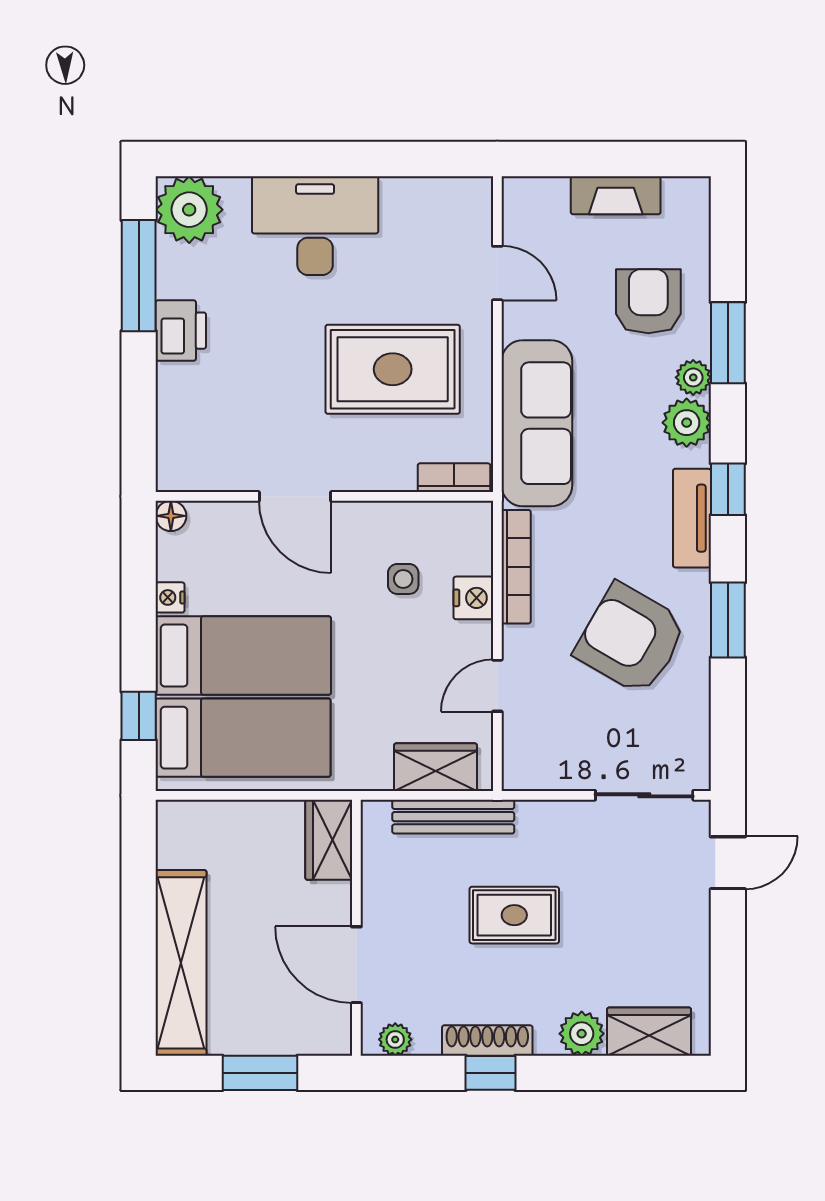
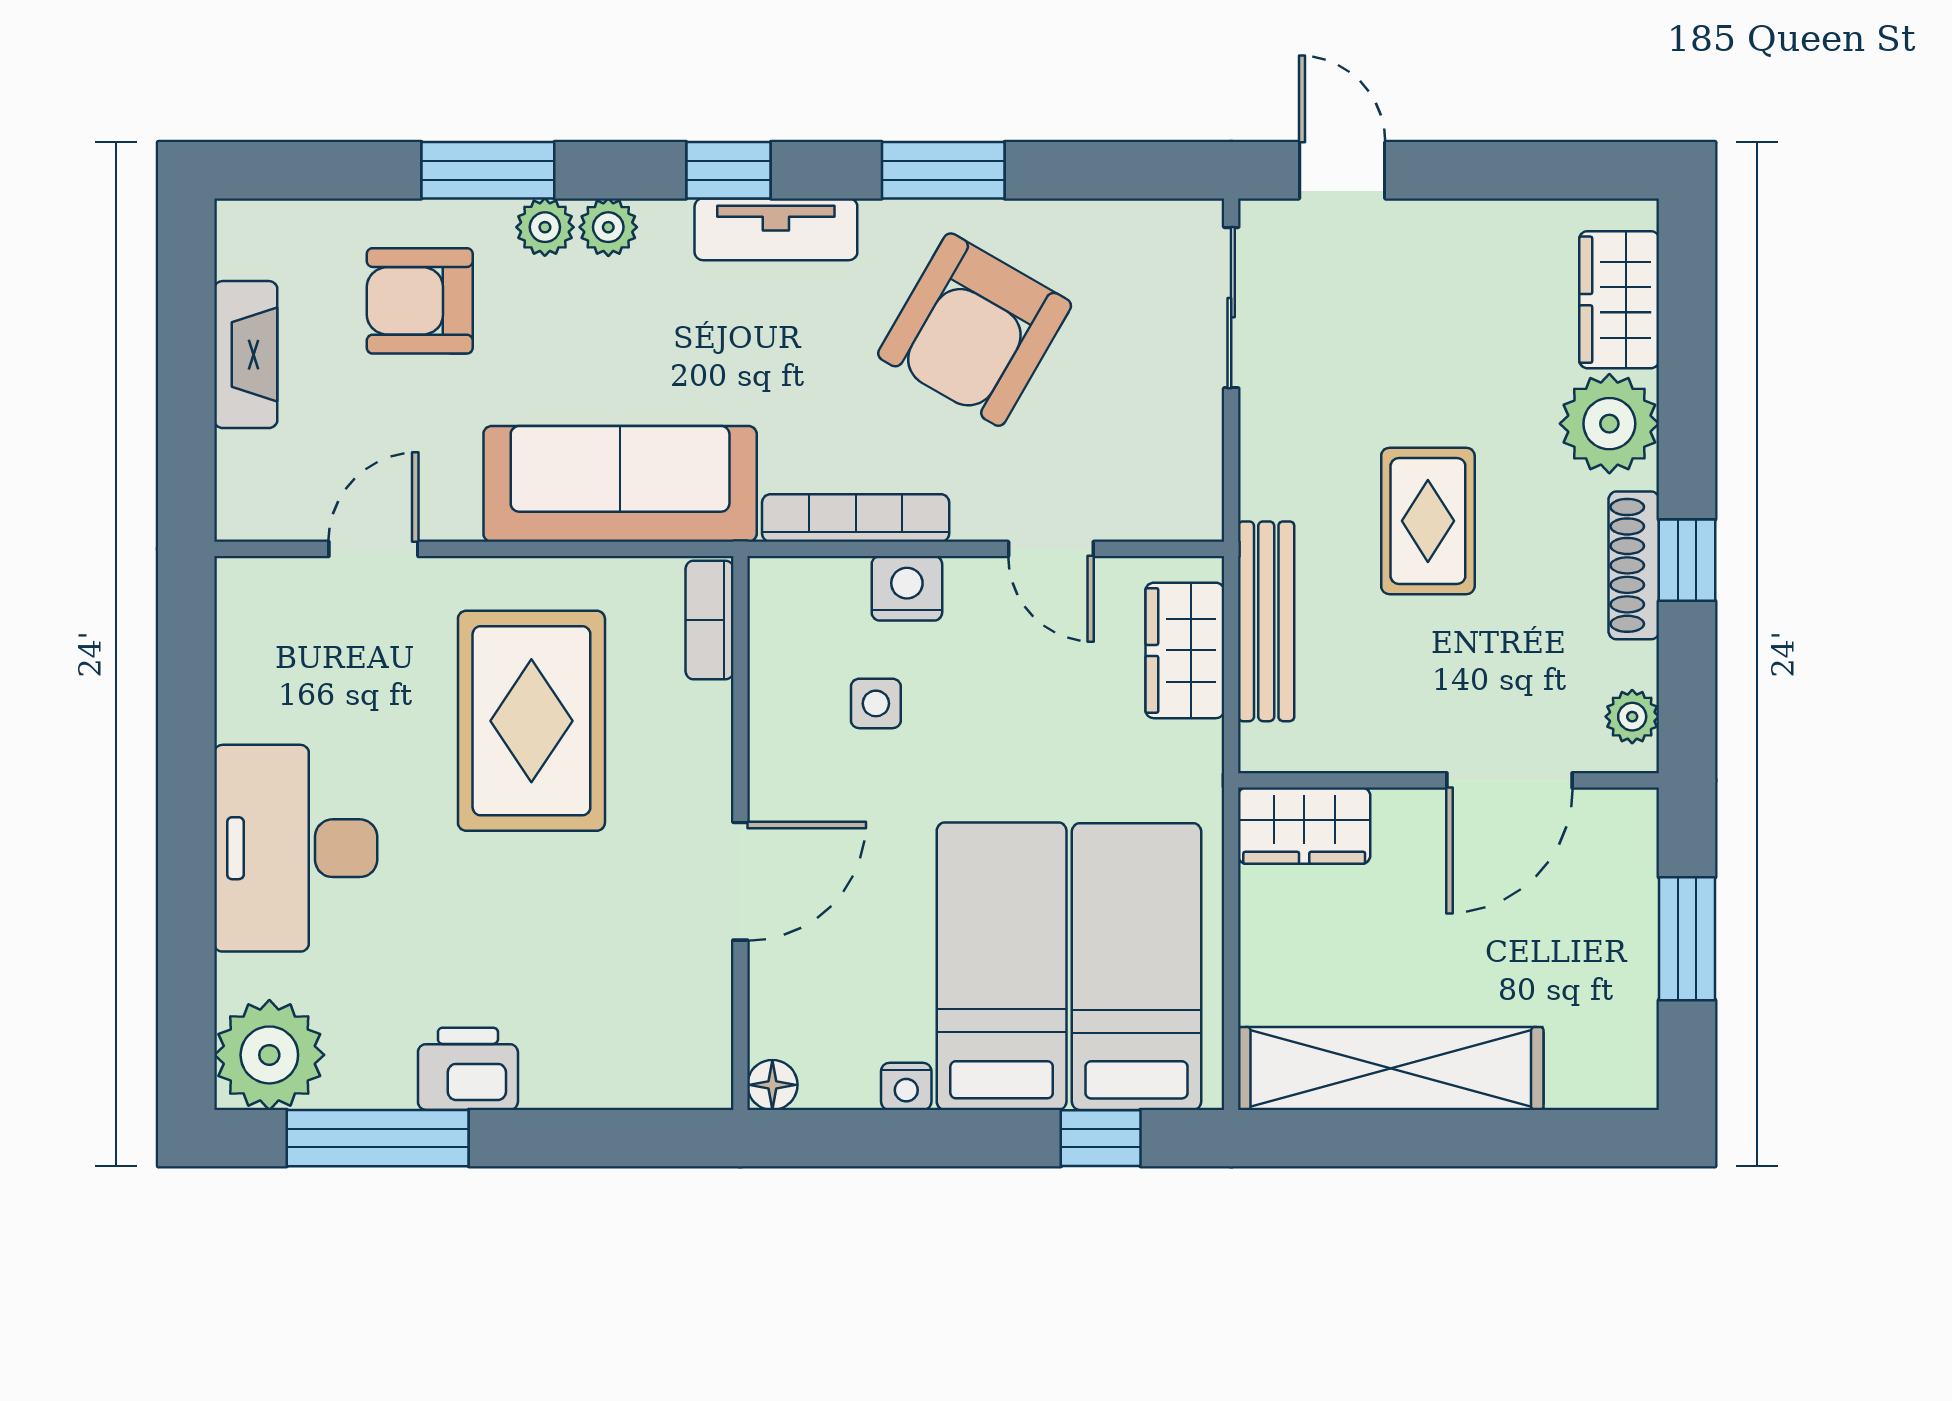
plant: (687, 423) -> (608, 227), width x0.73, depth x0.73
shelving: (181, 963) -> (1391, 1068), moved
plant: (582, 1034) -> (1609, 424), width x1.36, depth x1.36

